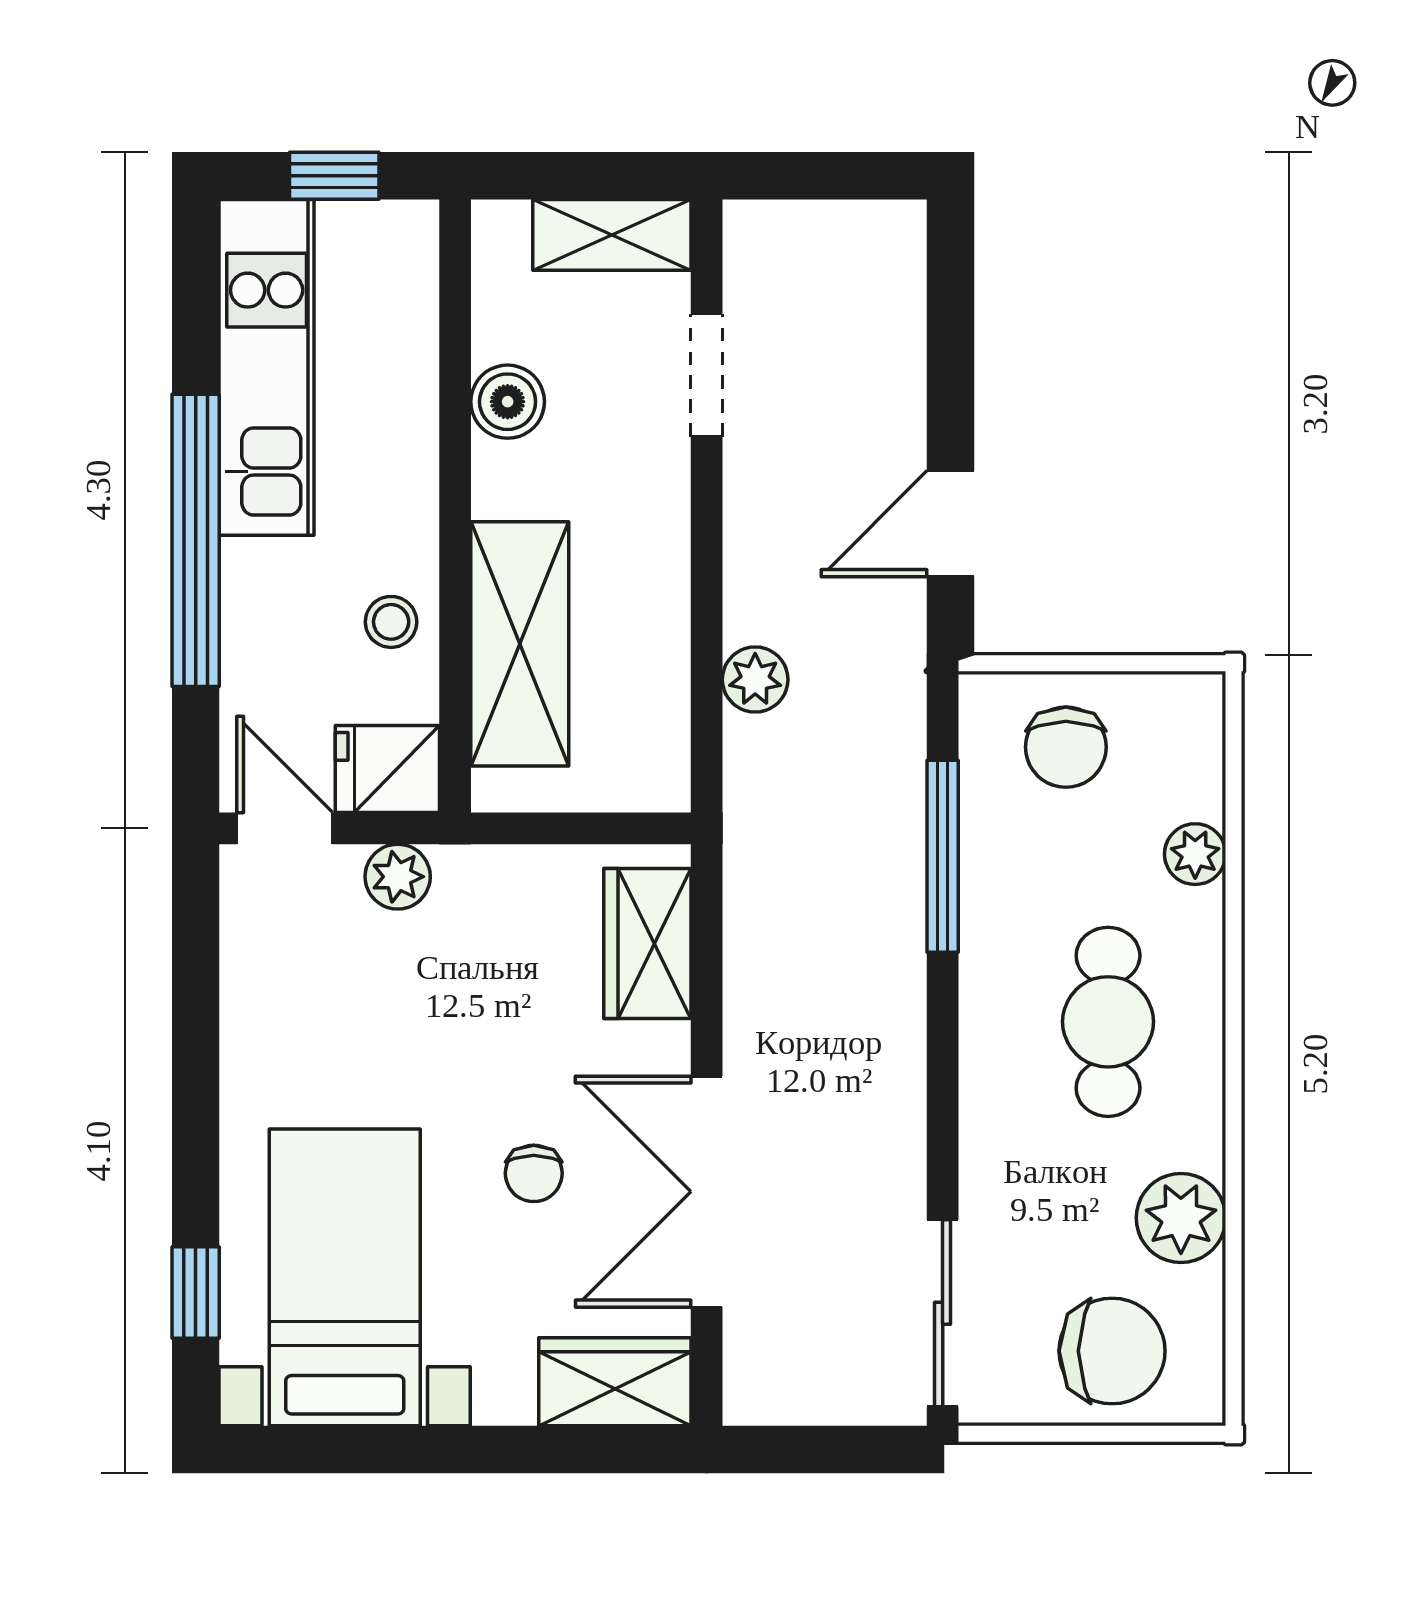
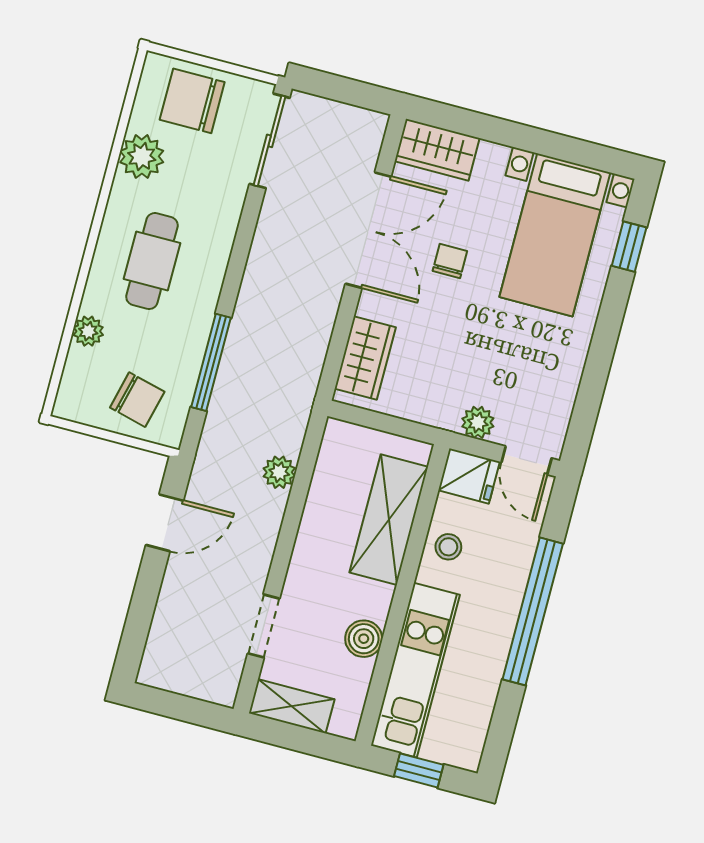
kitchen unit: (267, 367) -> (415, 670), moved, turned 180
chair: (1066, 747) -> (137, 400), turned 104

